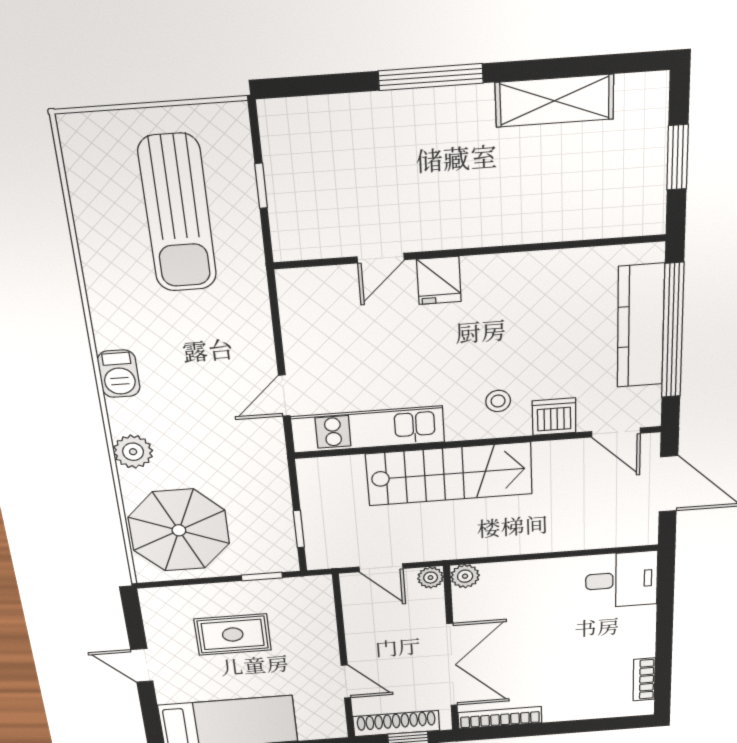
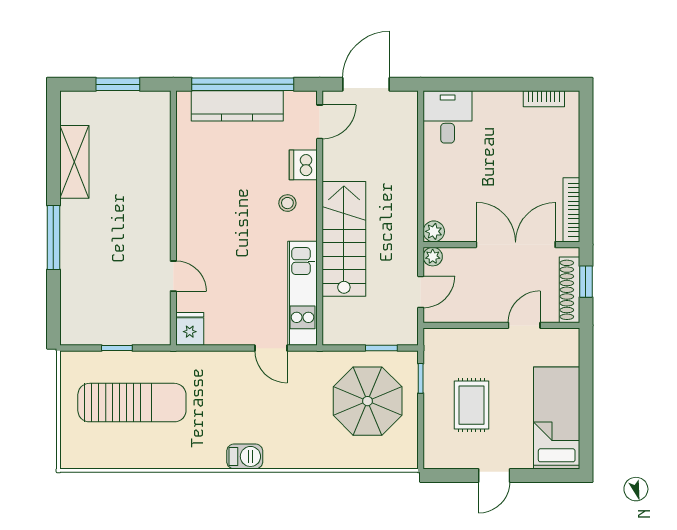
fridge: (439, 280) -> (190, 329), moved, turned -90
plant: (133, 452) -> (307, 456), removed
parasol: (179, 530) -> (368, 401), moved

